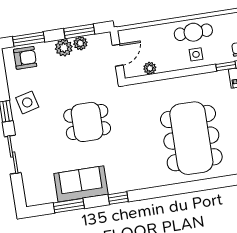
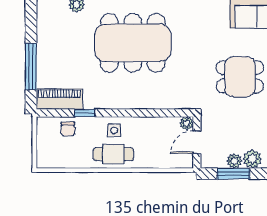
plant: (150, 68) -> (187, 123), moved
dining table: (191, 138) -> (133, 43), turned 90

